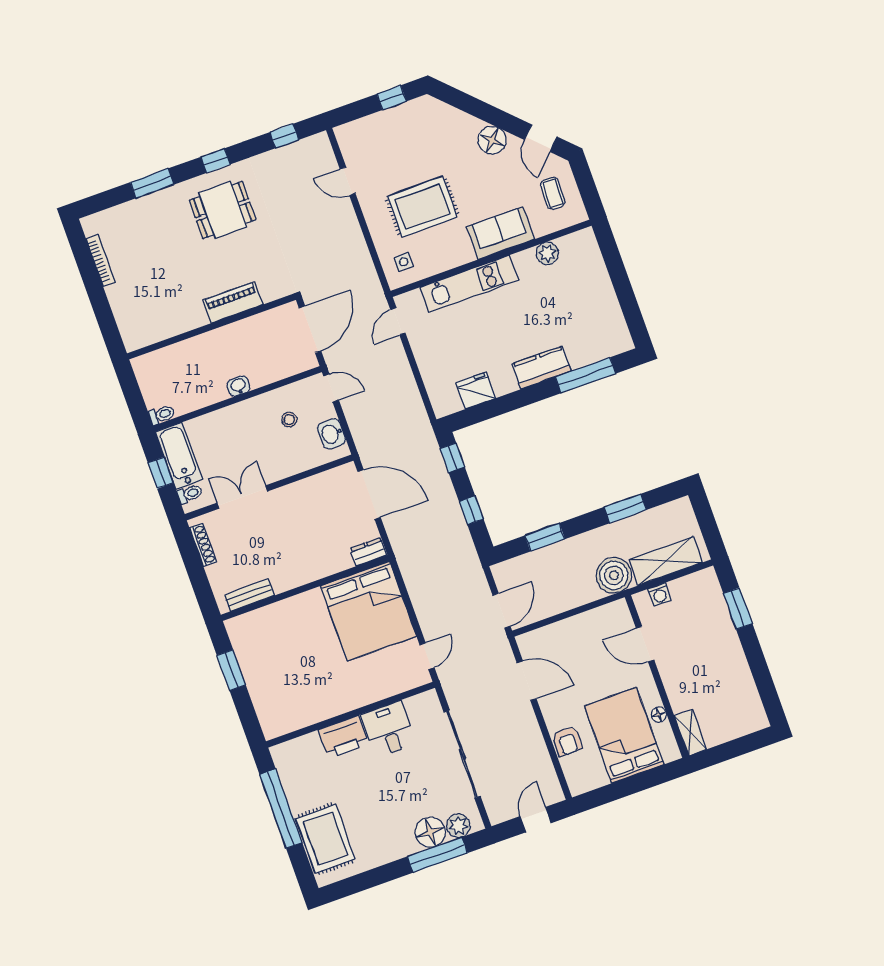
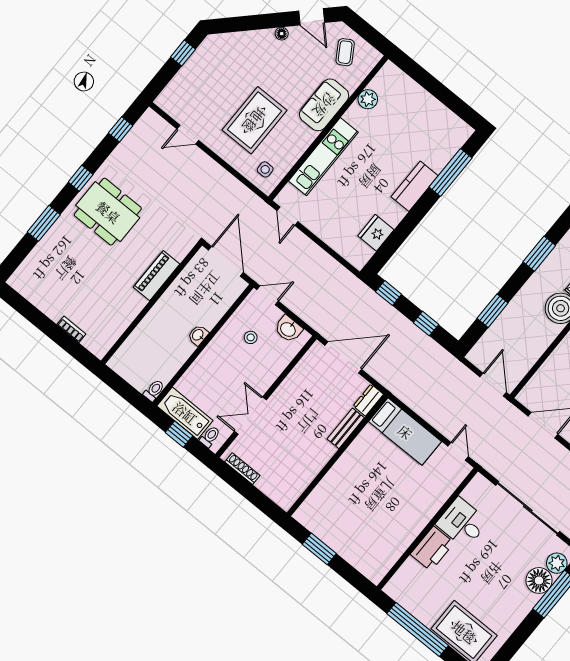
floor lamp: (492, 140) -> (282, 34), width x0.53, depth x0.53
coffee table: (553, 193) -> (345, 52), turned 56
dining table: (223, 210) -> (108, 212), width x1.38
bookcase: (101, 261) -> (71, 329), moved, width x0.64
bench: (249, 595) -> (346, 428), moved
bed: (368, 611) -> (405, 432), width x0.49

